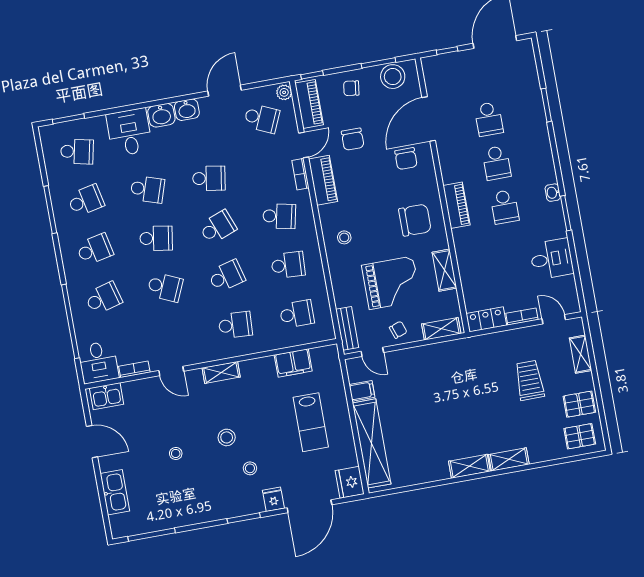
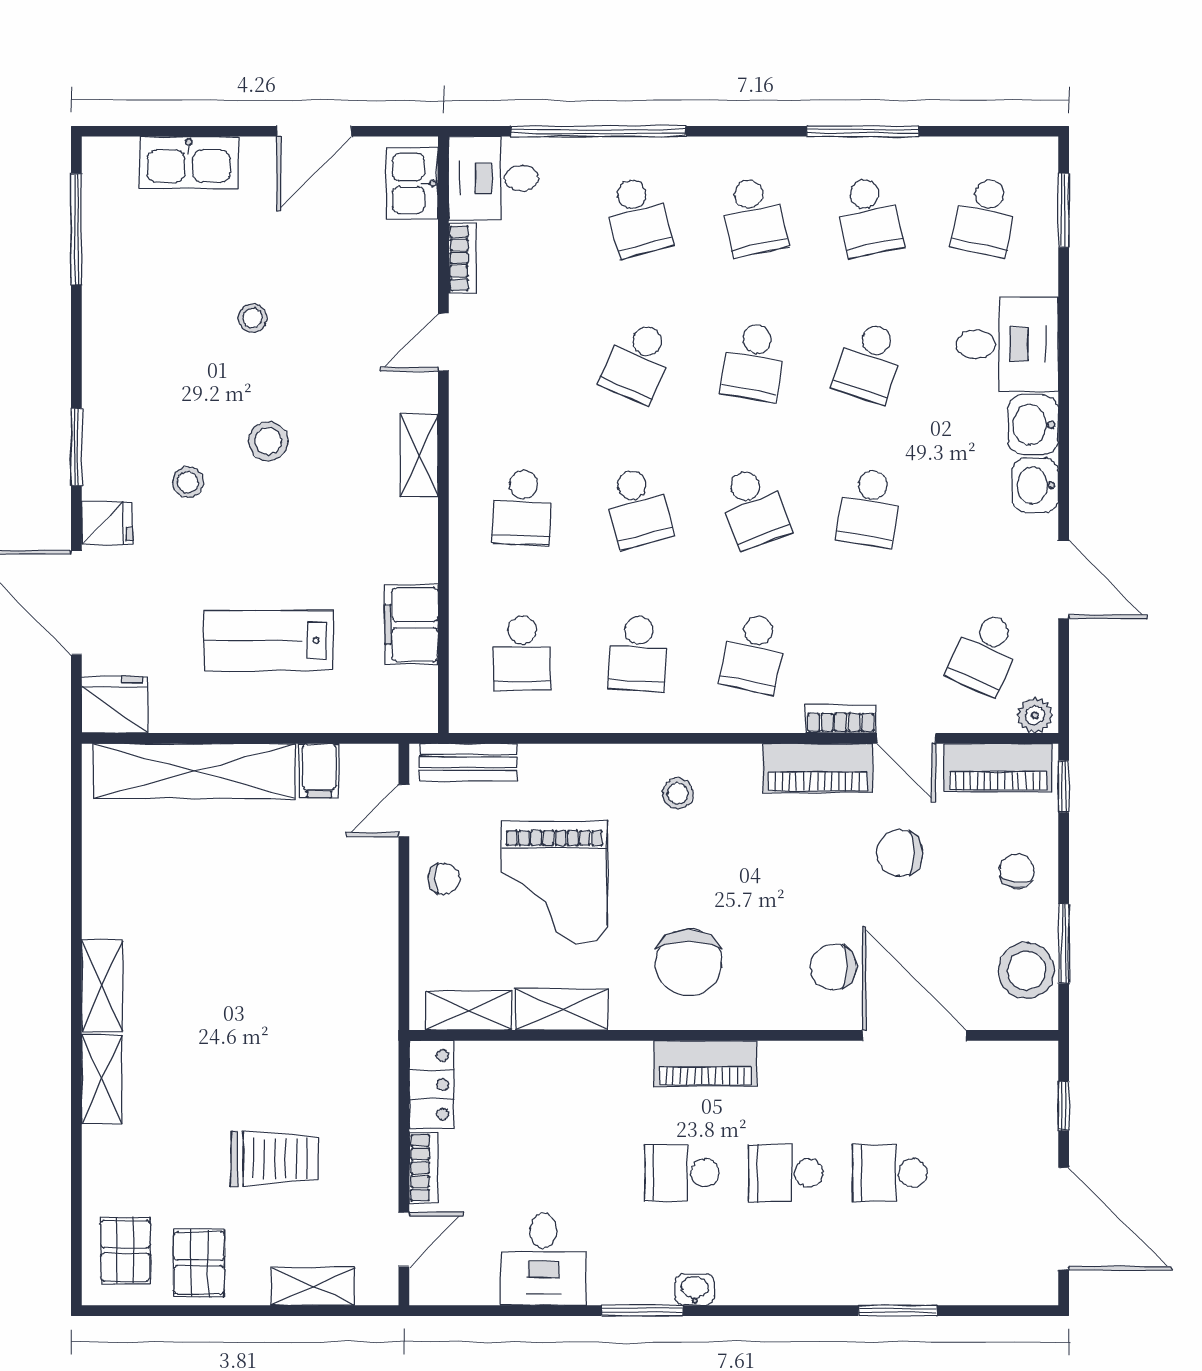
shelving: (441, 329) -> (469, 1011), moved, turned 90
chair: (398, 330) -> (444, 879), turned -71

